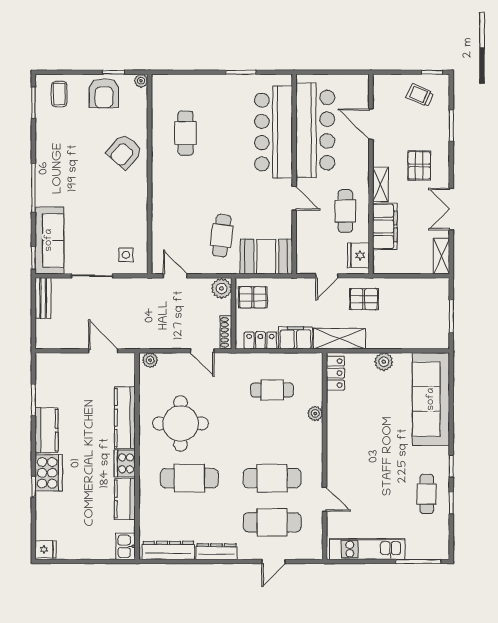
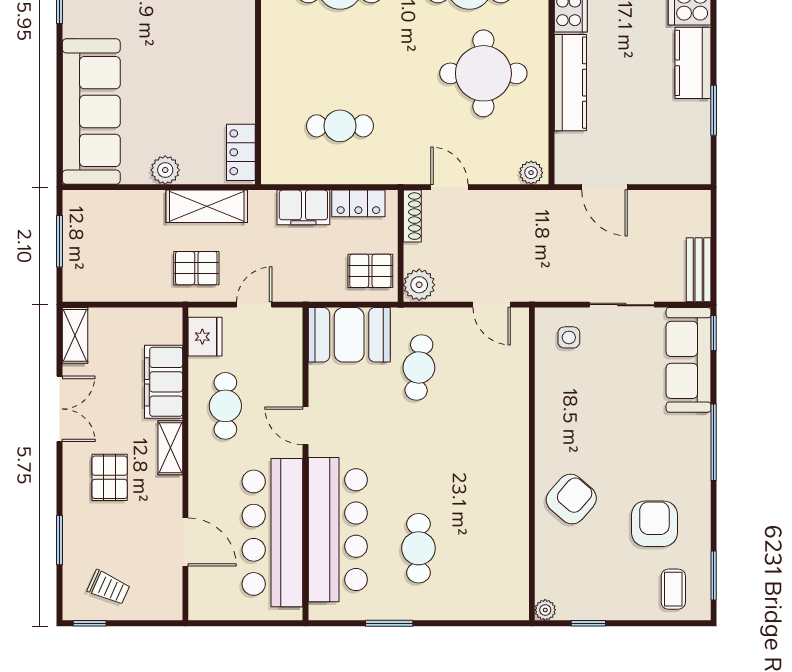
armchair: (104, 93) -> (654, 524), moved
cafe table: (186, 133) -> (418, 548), moved
shelving: (340, 339) -> (207, 206), moved
plant: (315, 413) -> (273, 89), removed

